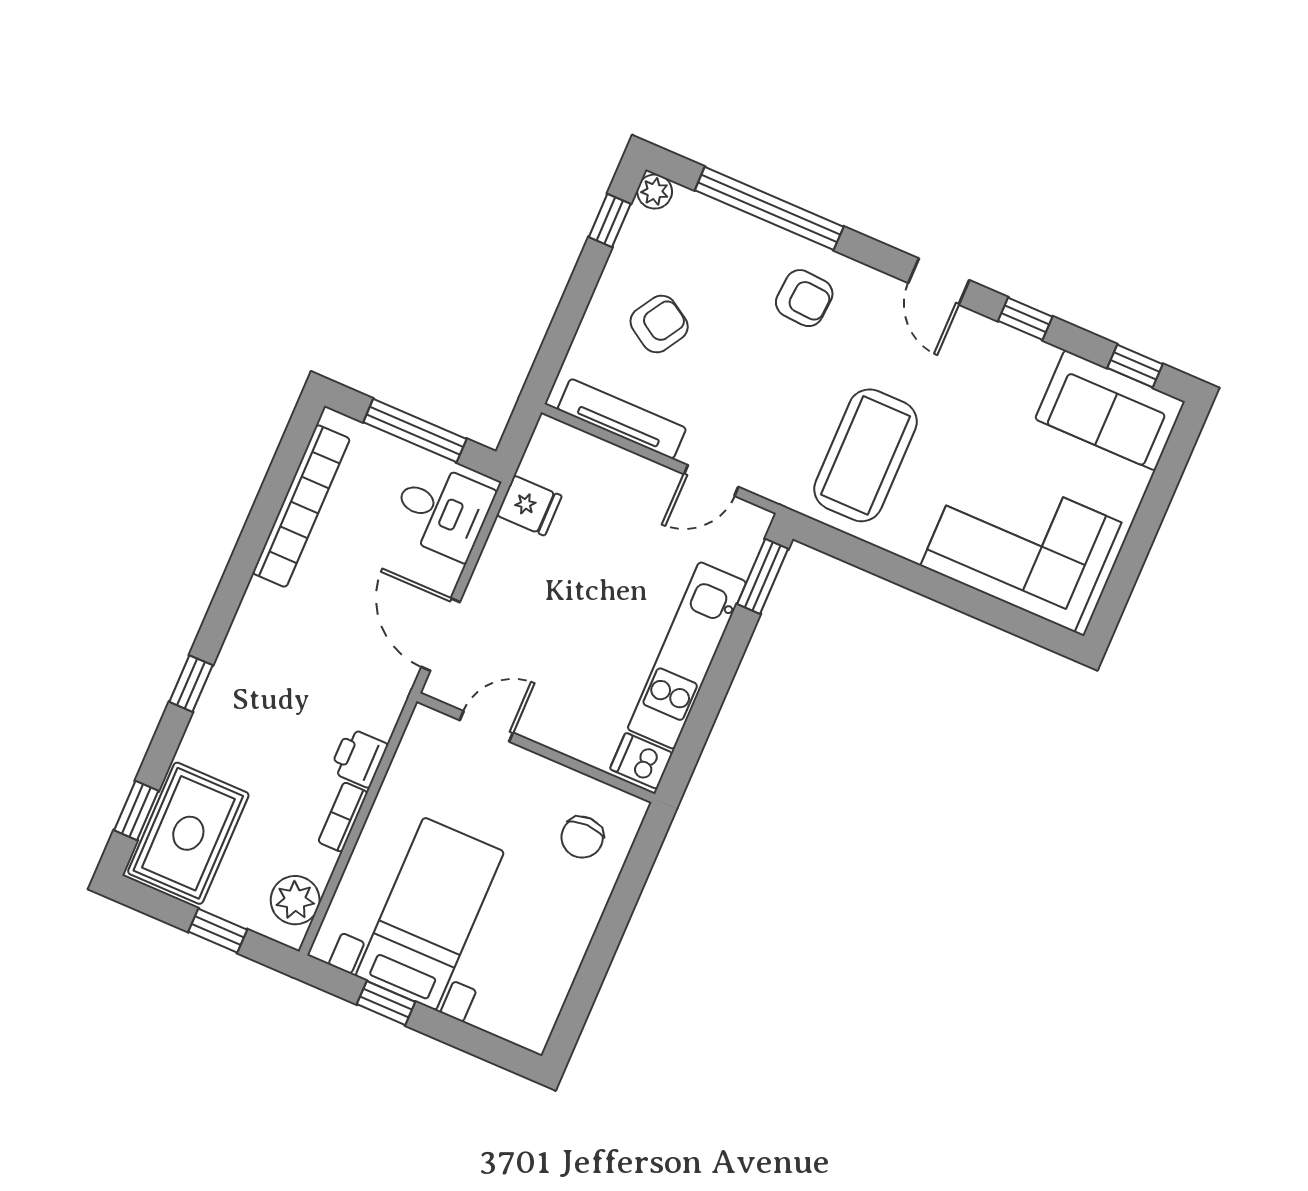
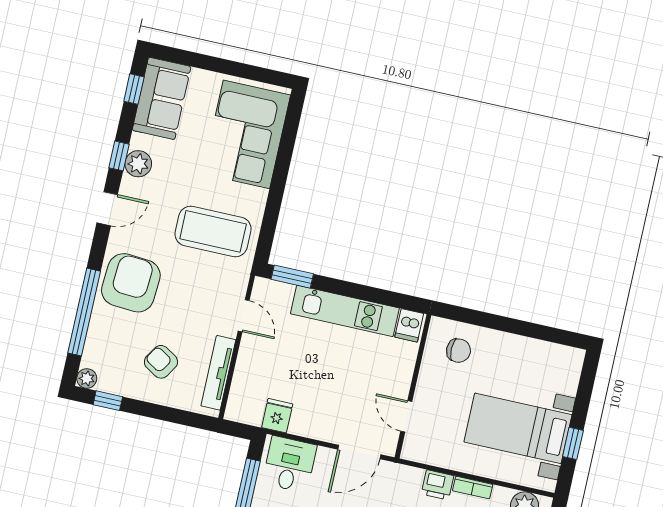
armchair: (804, 298) -> (131, 283), width x1.88, depth x1.88
plant: (1006, 349) -> (138, 164), added

